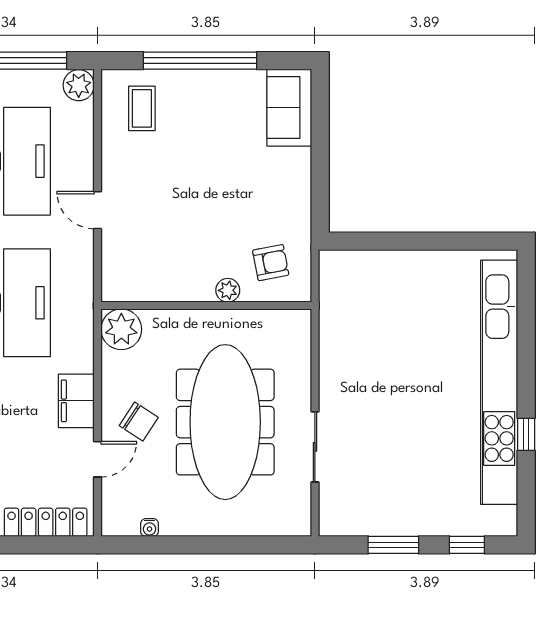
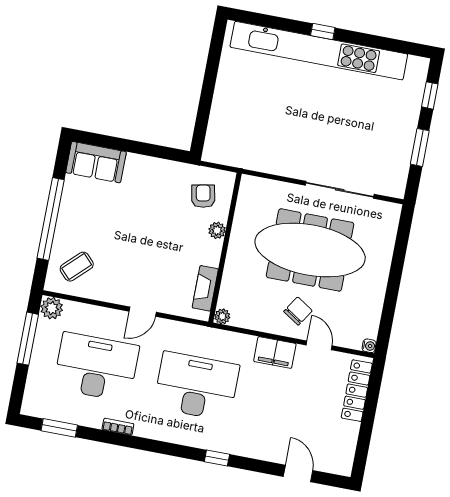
coffee table: (142, 108) -> (77, 267), turned -44
fireplace: (146, 289) -> (205, 288), added
plant: (121, 329) -> (222, 316), width x0.53, depth x0.53
window: (526, 434) -> (323, 32), moved
sliding door: (315, 447) -> (340, 190), width x1.37
water cooler: (150, 528) -> (369, 346), moved

